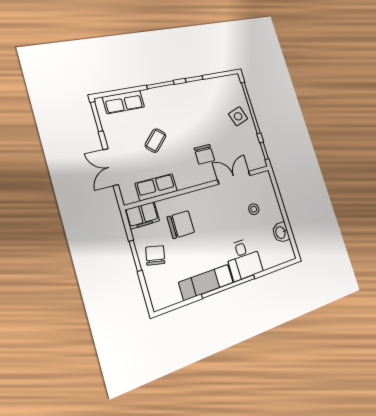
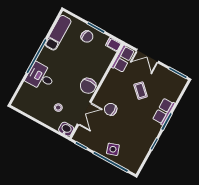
row of seats: (124, 102) -> (164, 111), moved
double door: (111, 167) -> (147, 56), swing flipped
row of seats: (156, 187) -> (123, 59), moved
filing cabinet: (142, 215) -> (113, 44), width x0.50
chair: (181, 225) -> (88, 86), moved
washbasin: (281, 232) -> (66, 129), moved
exam couch: (206, 282) -> (58, 33), moved

